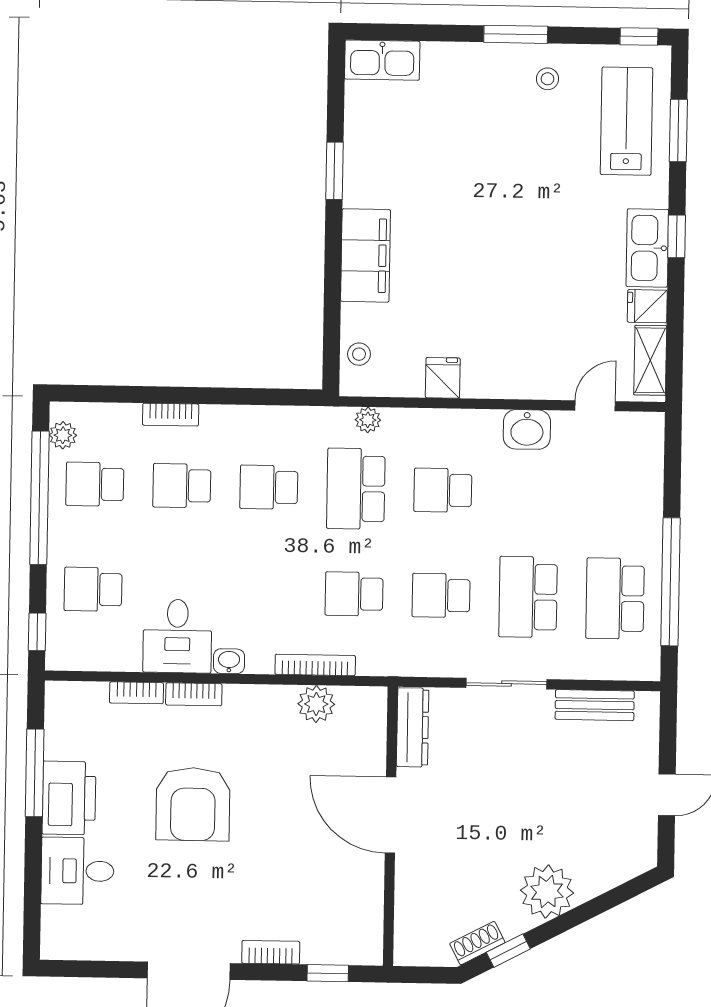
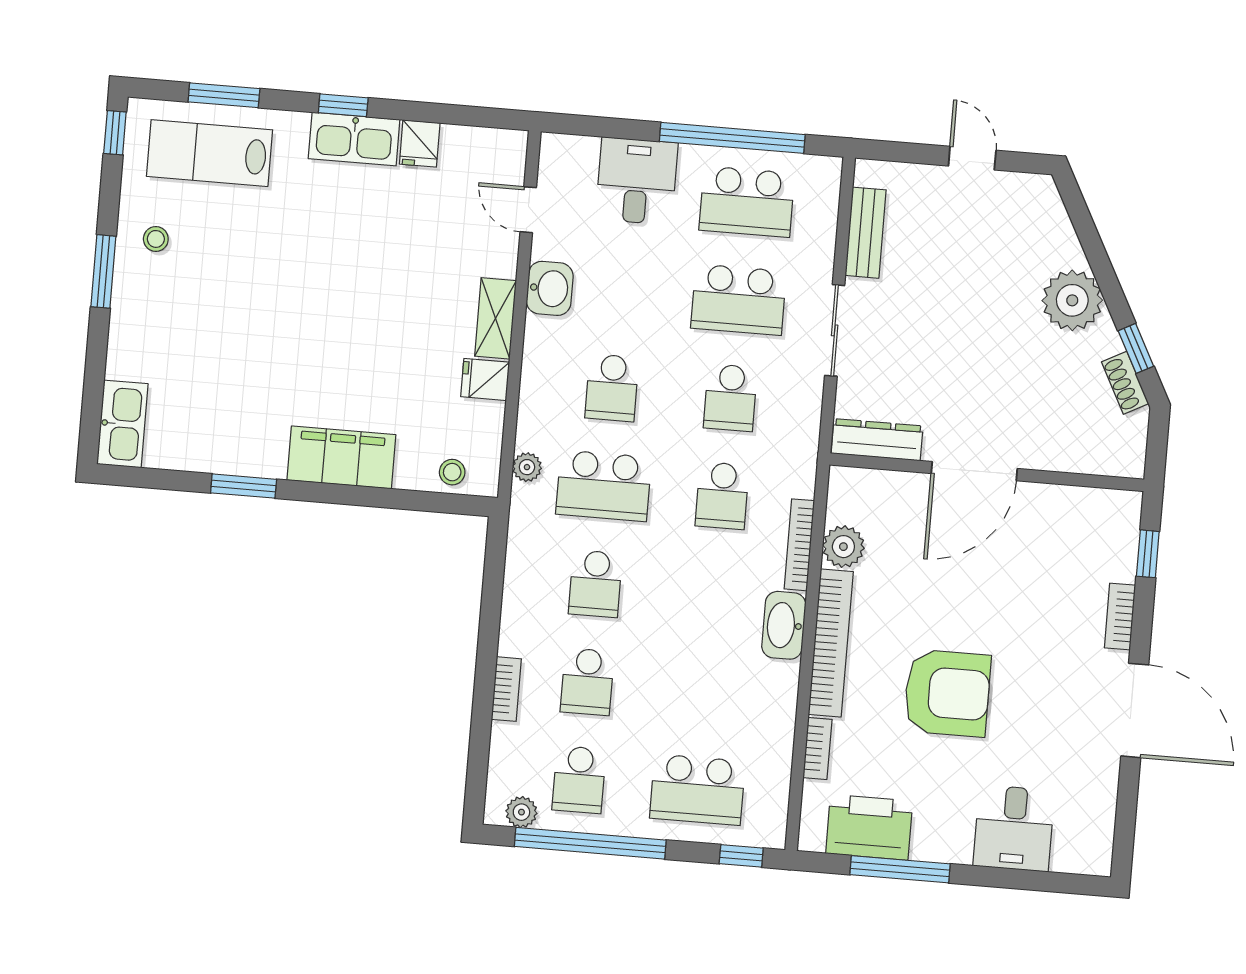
shelving: (650, 360) -> (496, 318), moved, turned 90
school desk: (93, 589) -> (697, 790), width x1.85
desk: (177, 636) -> (637, 181), moved, turned -90
washbasin: (229, 661) -> (784, 625), width x1.91, depth x1.45
bookcase: (194, 694) -> (831, 643), width x2.31, depth x1.31
printer: (69, 798) -> (869, 827), moved

